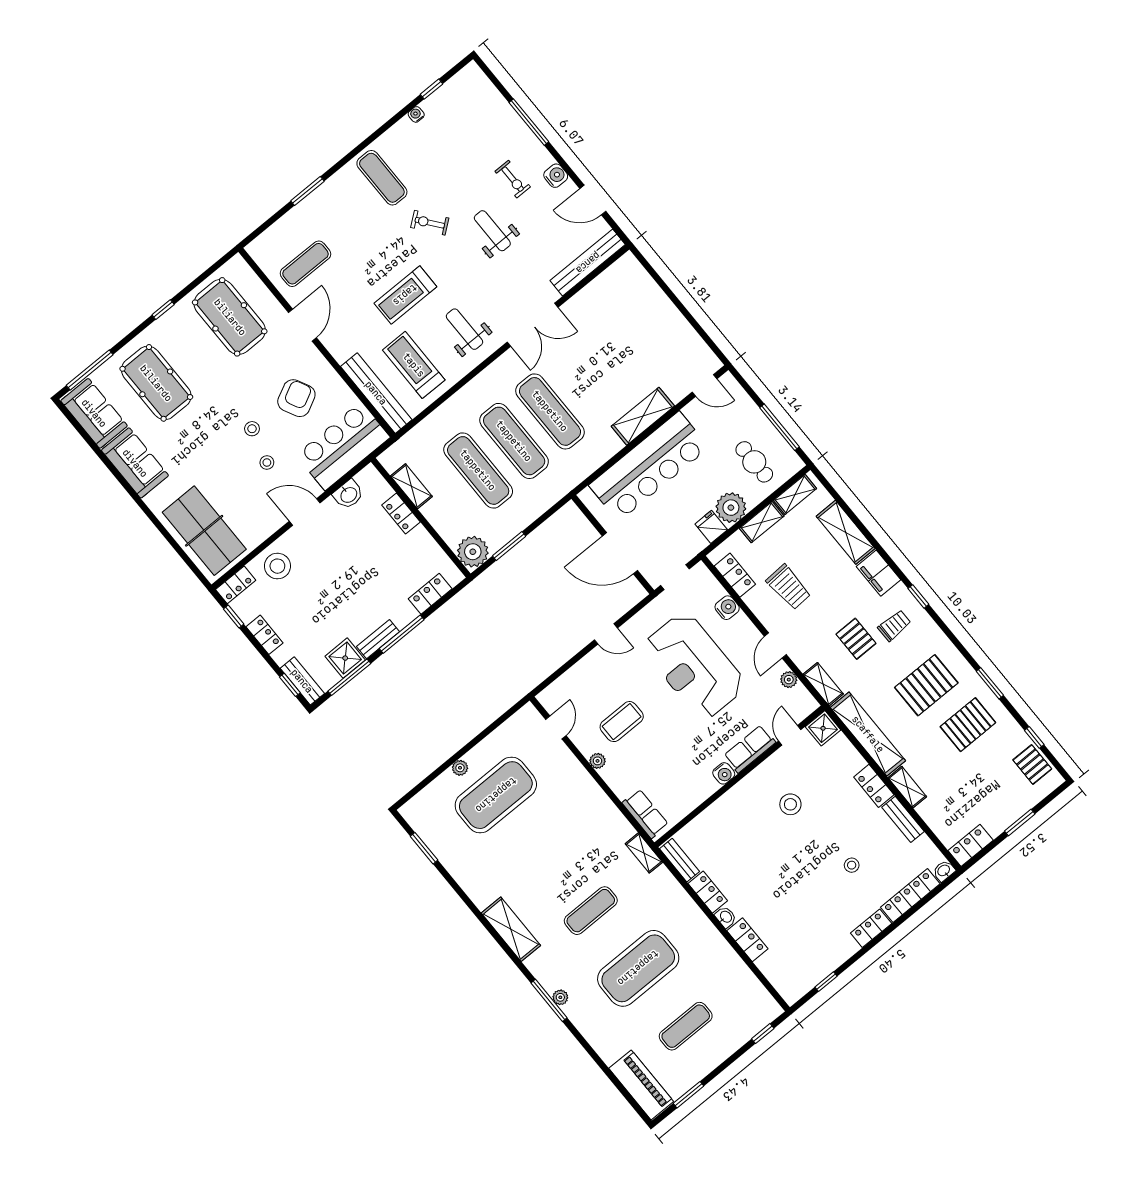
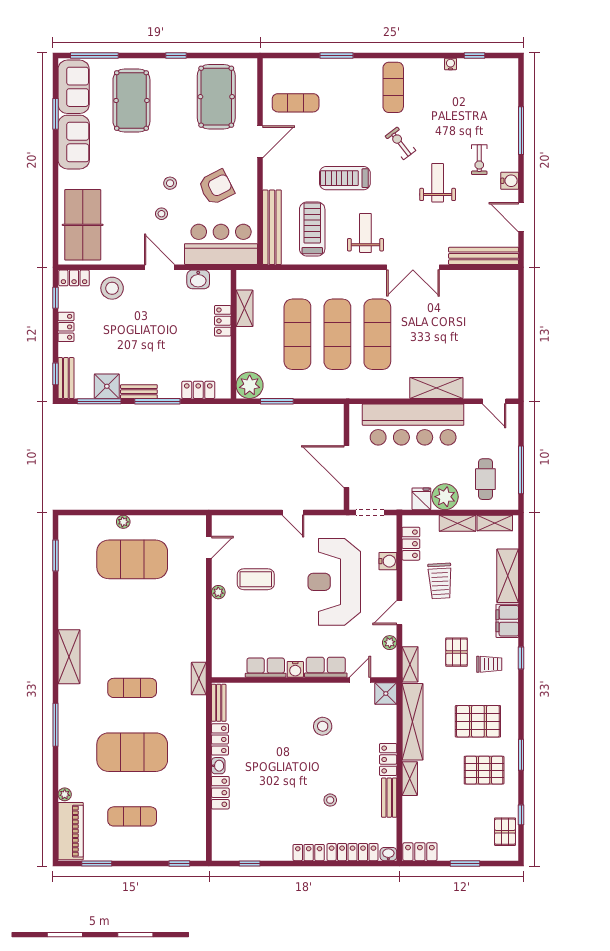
window: (98, 451) -> (55, 114), added
row of seats: (645, 814) -> (266, 668), moved, turned -90
plant: (560, 997) -> (65, 794), moved

